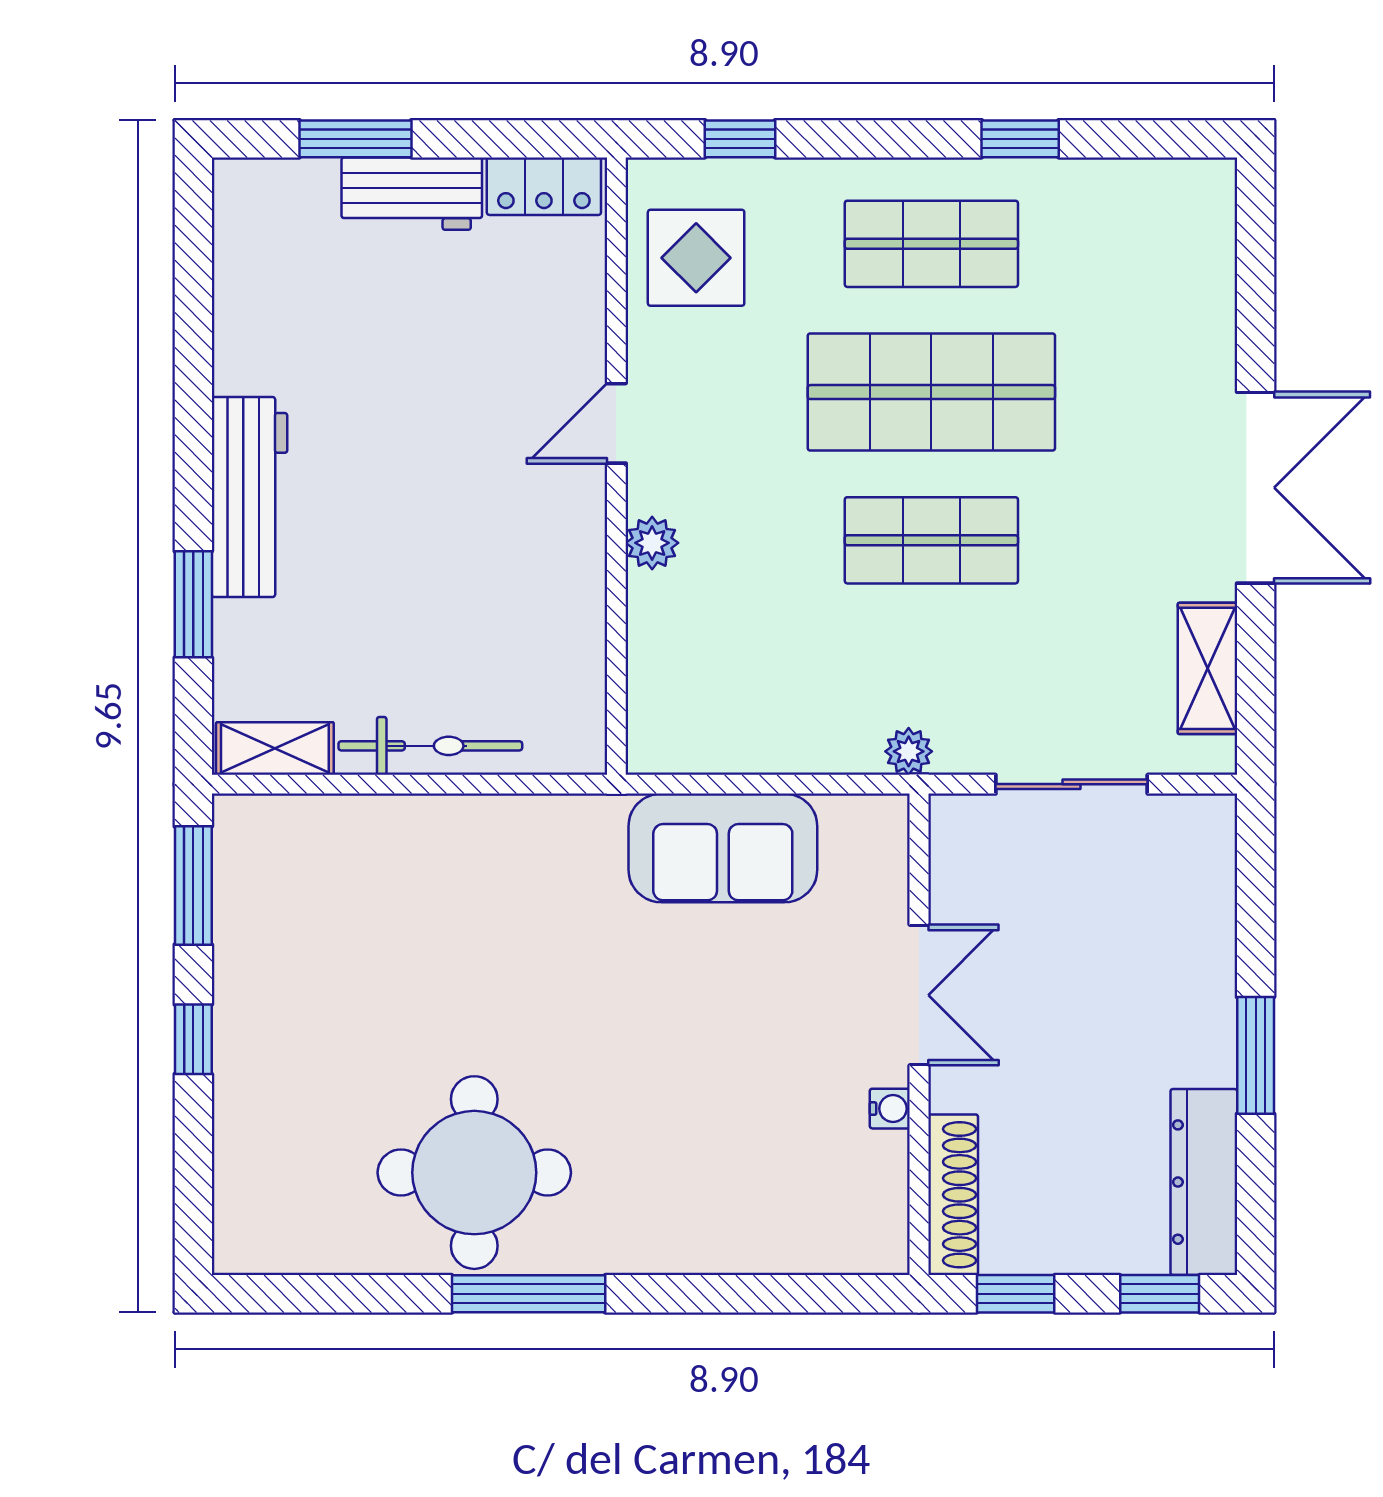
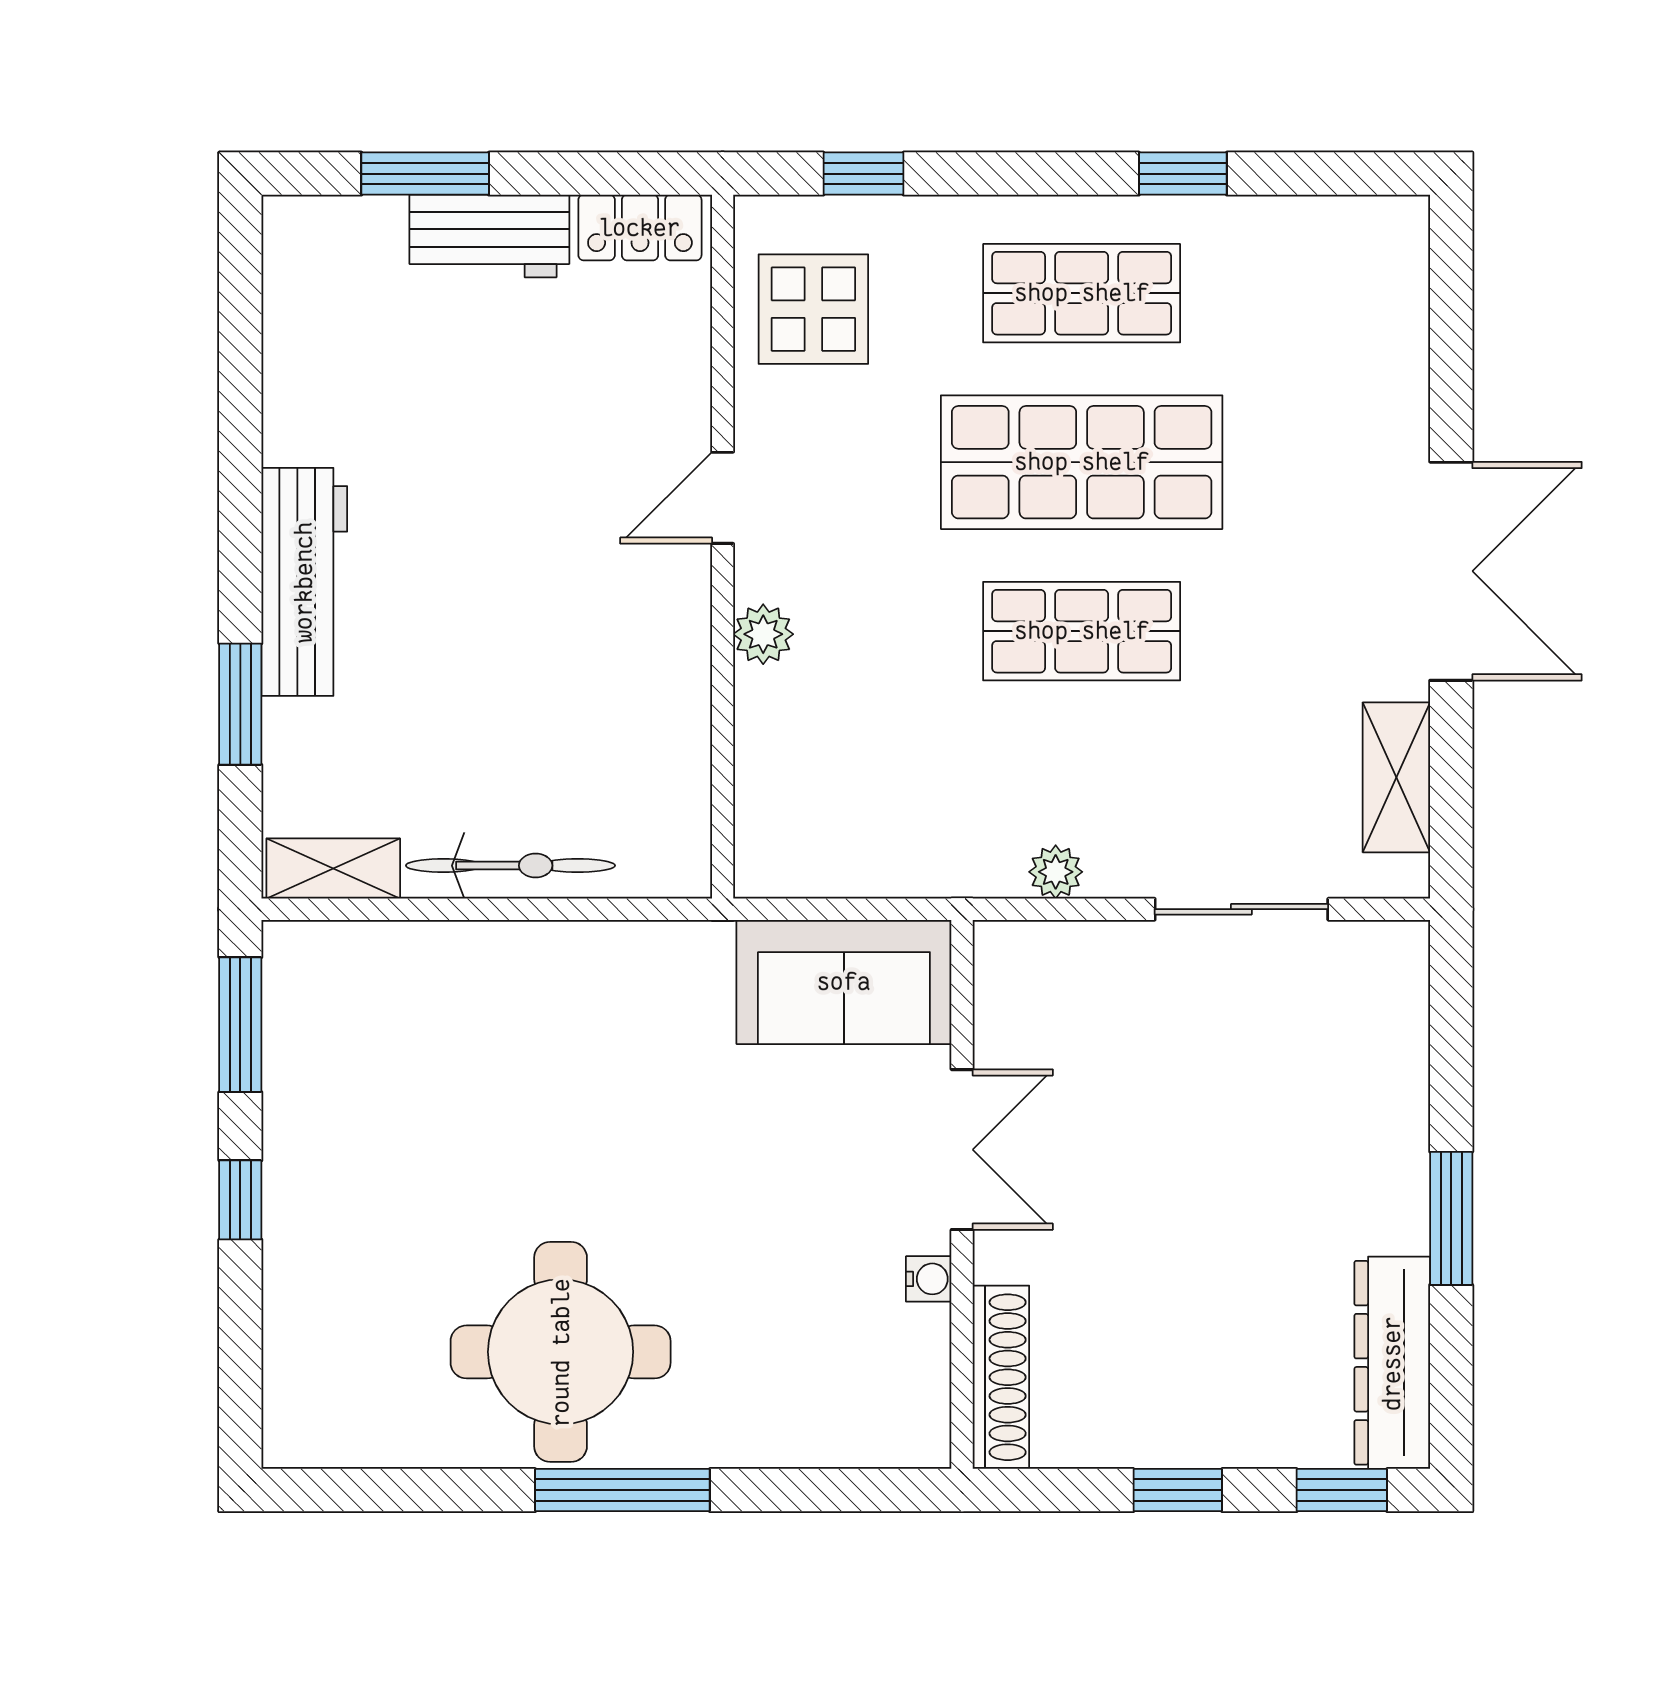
double door: (919, 995) -> (962, 1150), moved
wall: (919, 1034) -> (962, 1194), moved
water cooler: (890, 1109) -> (929, 1279), moved
shoe rack: (953, 1195) -> (1001, 1377), moved

